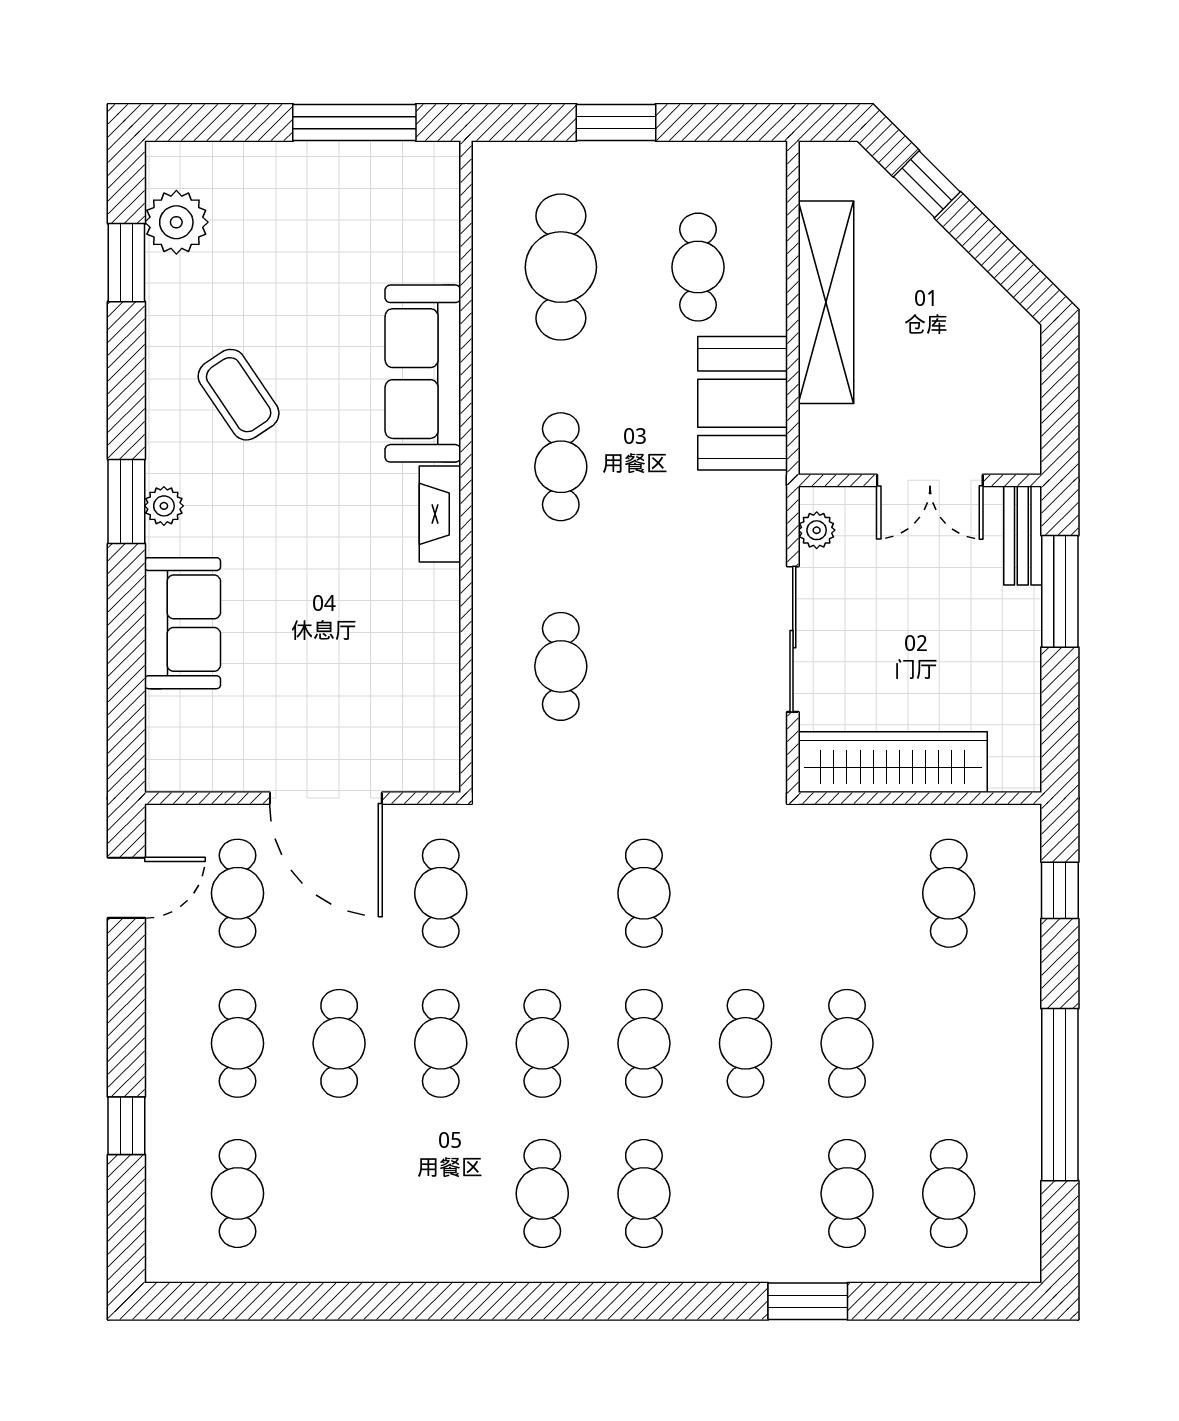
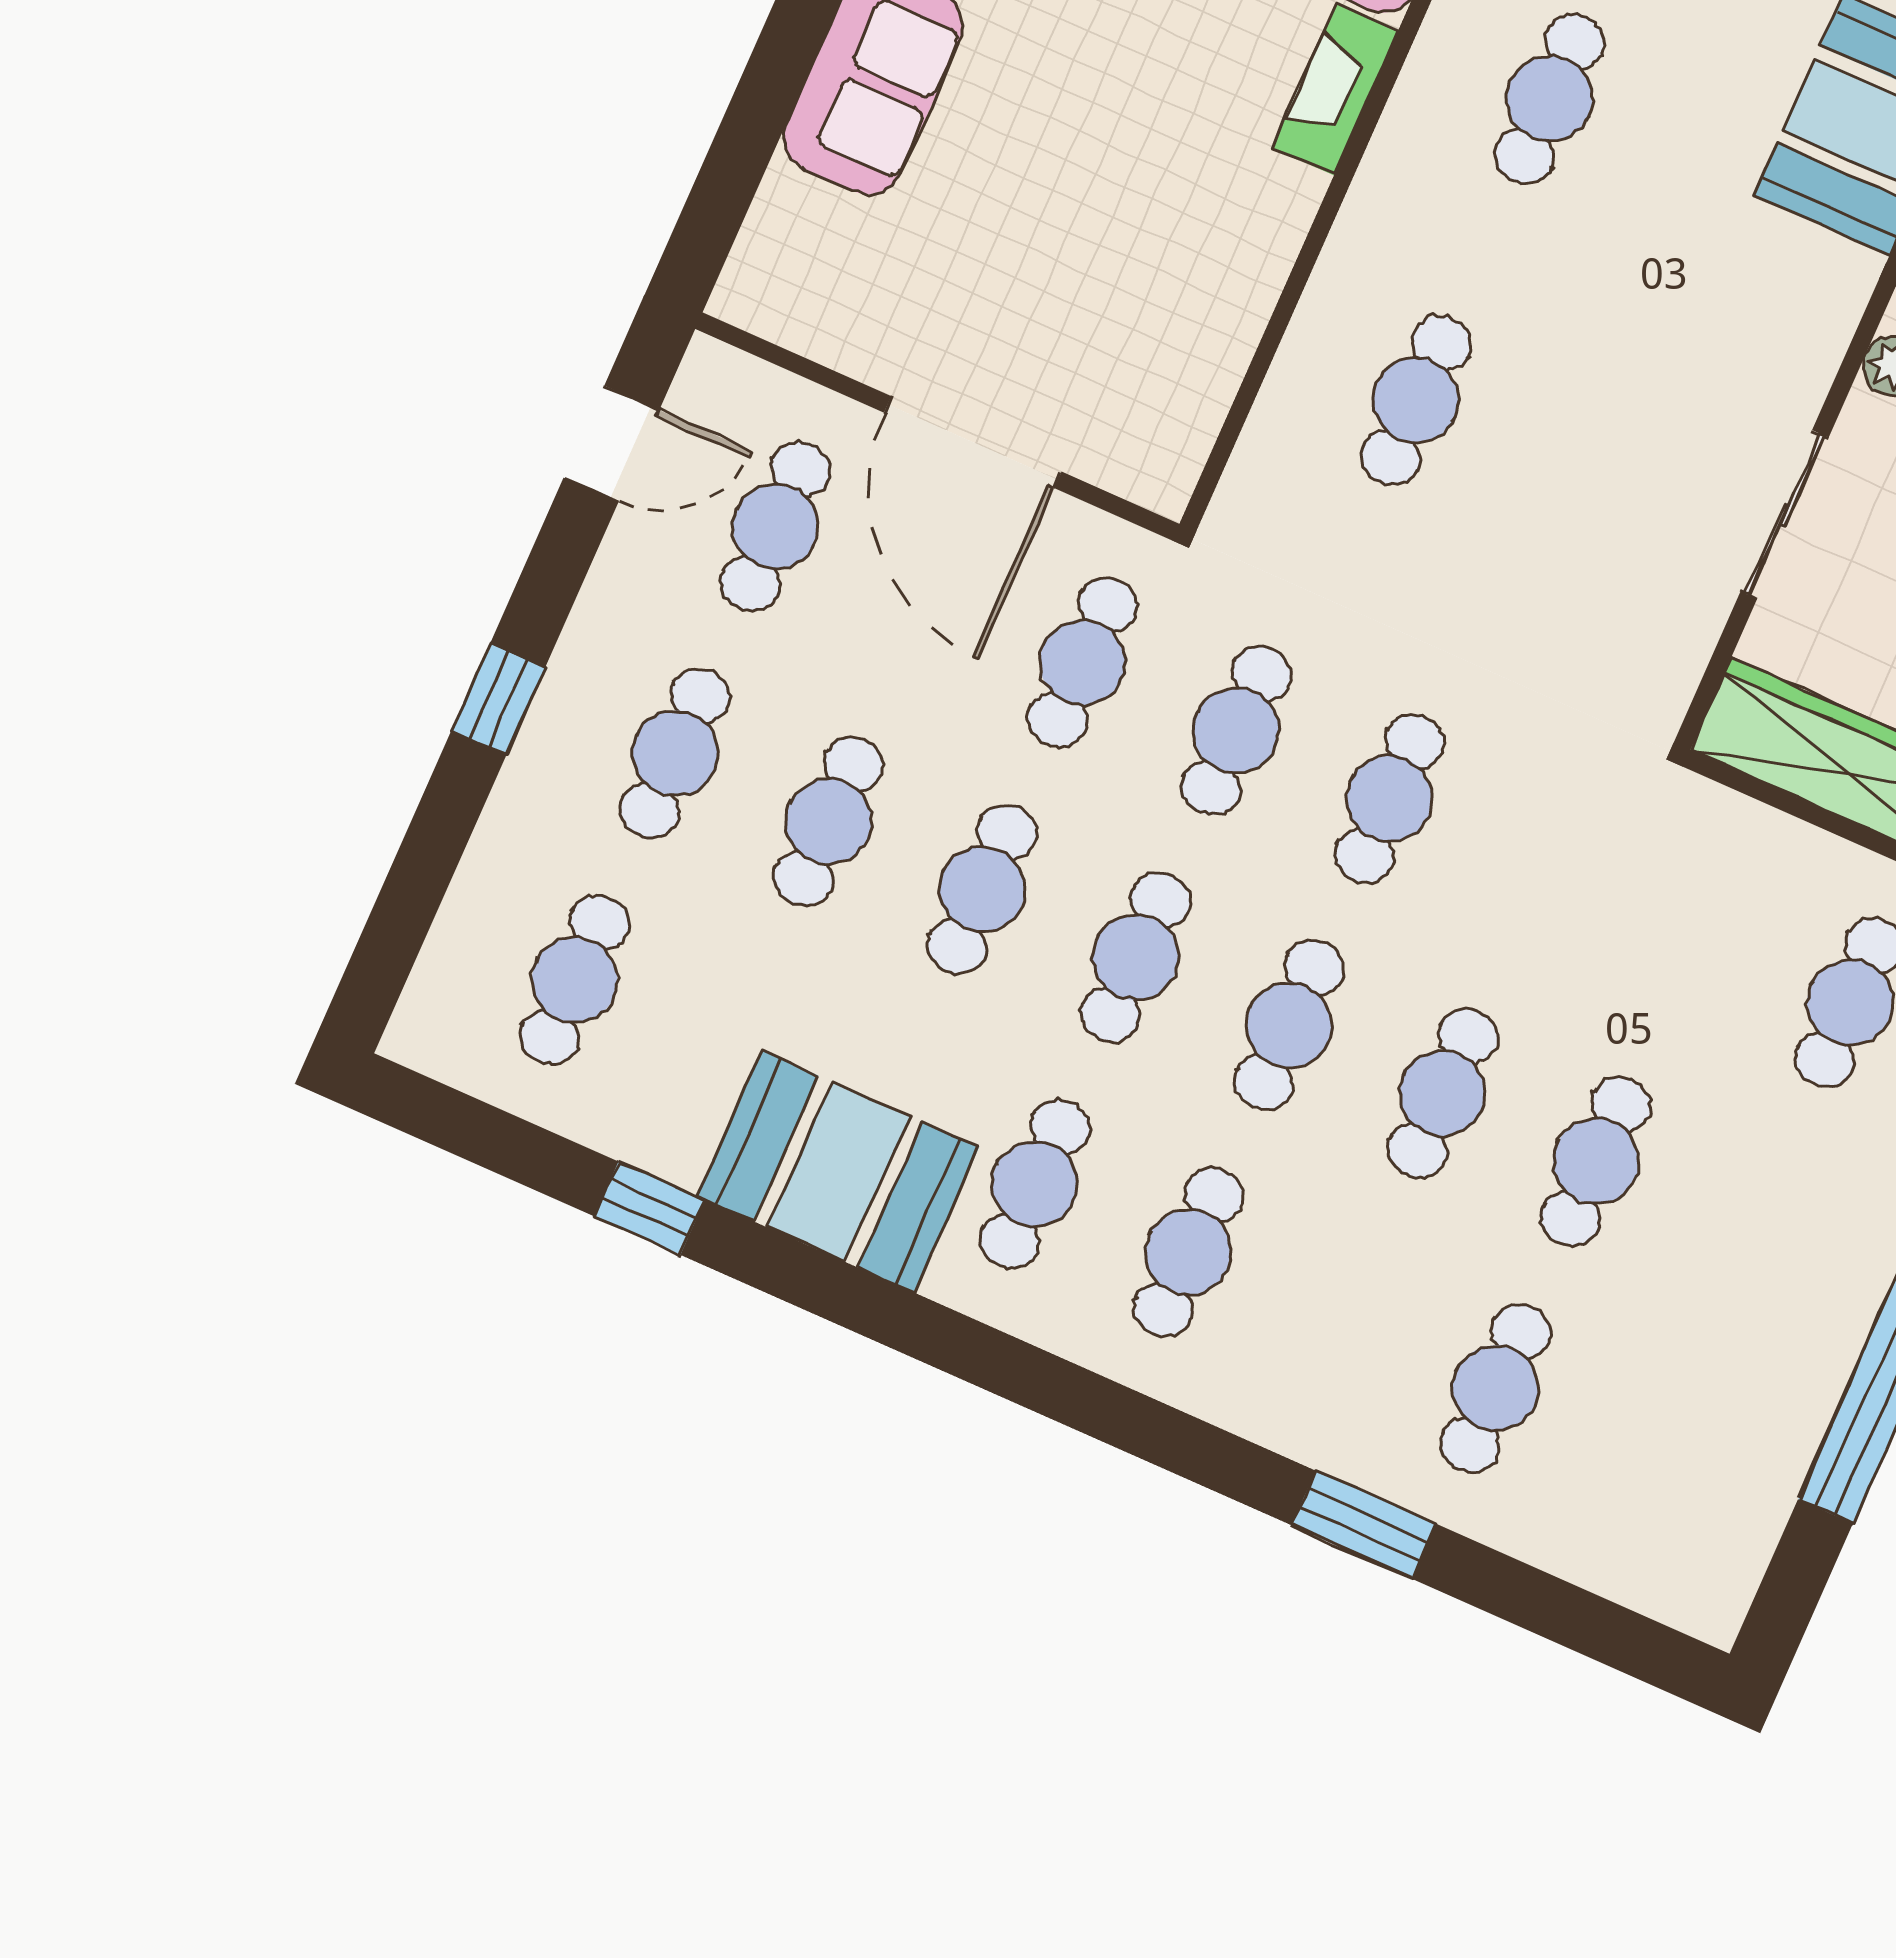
sliding door: (793, 639) -> (1785, 514), width x0.73
window: (126, 1126) -> (498, 699), moved
cafe table: (949, 1194) -> (1236, 731), moved
booth: (430, 1235) -> (838, 1172), added
window: (335, 1301) -> (649, 1208), added

